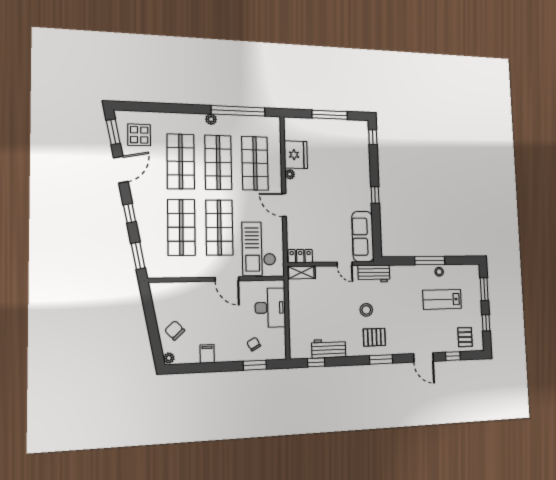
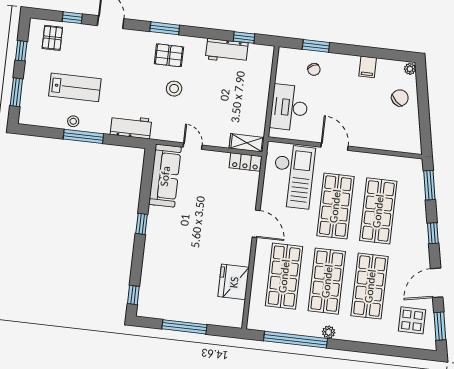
plant: (290, 174) -> (244, 259), removed
workbench: (374, 274) -> (131, 127), moved
chair: (175, 330) -> (400, 98), turned -94

